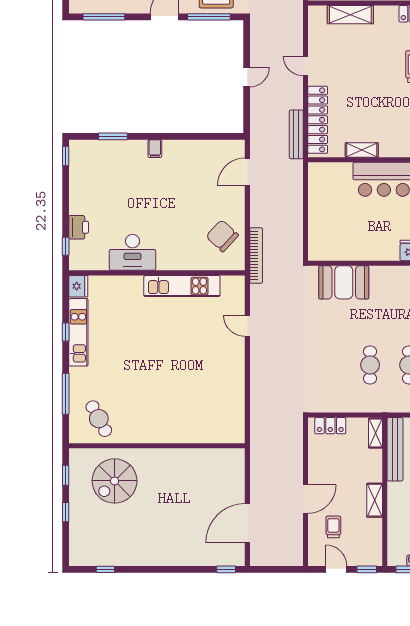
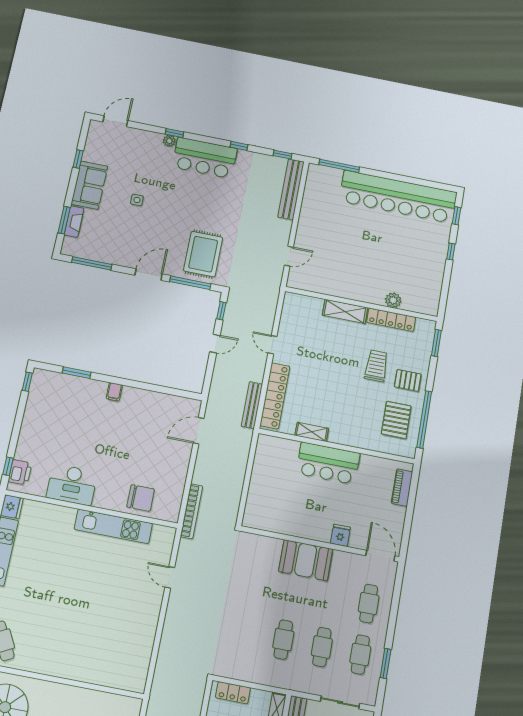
shelving: (350, 15) -> (345, 311), moved
window: (247, 40) -> (221, 311), added
printer: (79, 227) -> (20, 472), moved
chair: (222, 236) -> (141, 498), moved, turned 137
booth: (344, 282) -> (306, 560), moved

